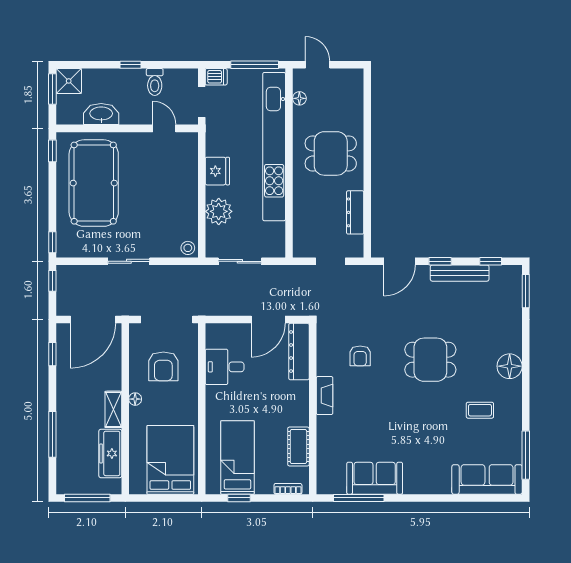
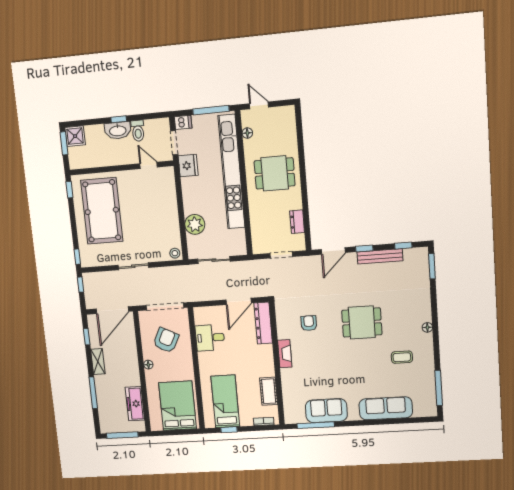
washbasin: (101, 114) -> (118, 130), moved, turned 180
fridge: (217, 171) -> (188, 166), moved
dresser: (355, 212) -> (297, 222), width x0.70
armchair: (360, 356) -> (309, 323), turned 180
armchair: (163, 366) -> (166, 340), turned -153
floor lamp: (510, 366) -> (427, 327), width x0.53, depth x0.53
shelving: (113, 409) -> (98, 362), moved
sofa: (487, 479) -> (386, 408), moved

